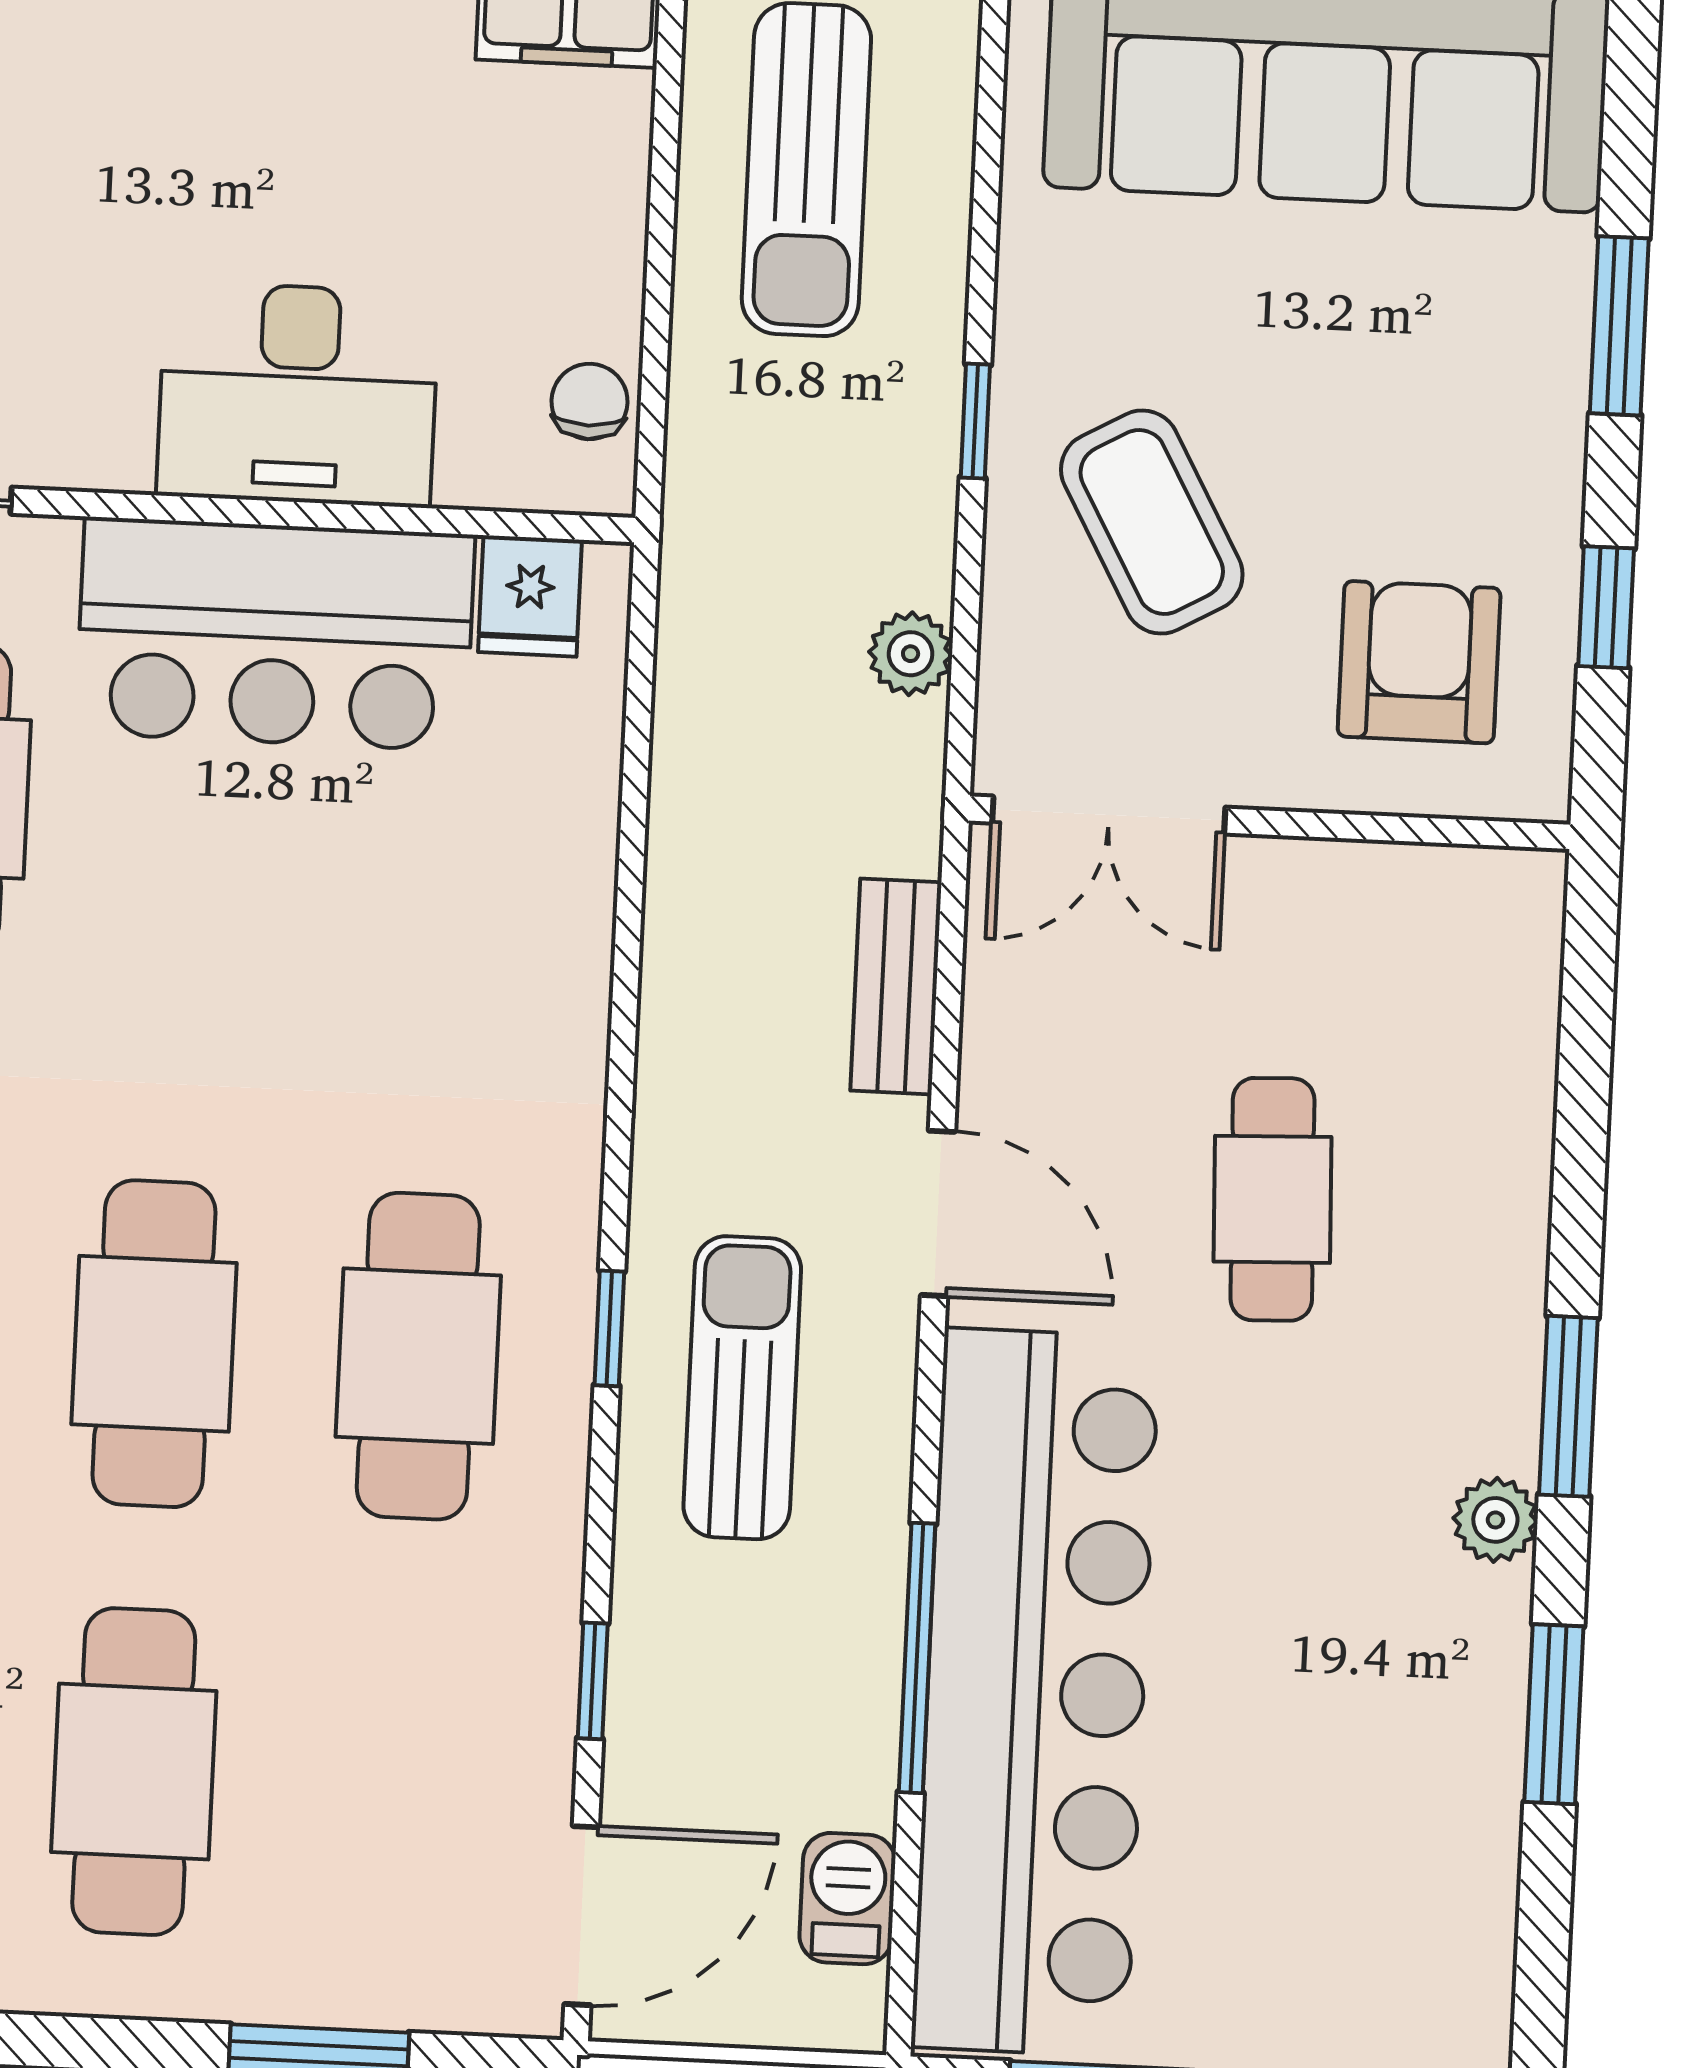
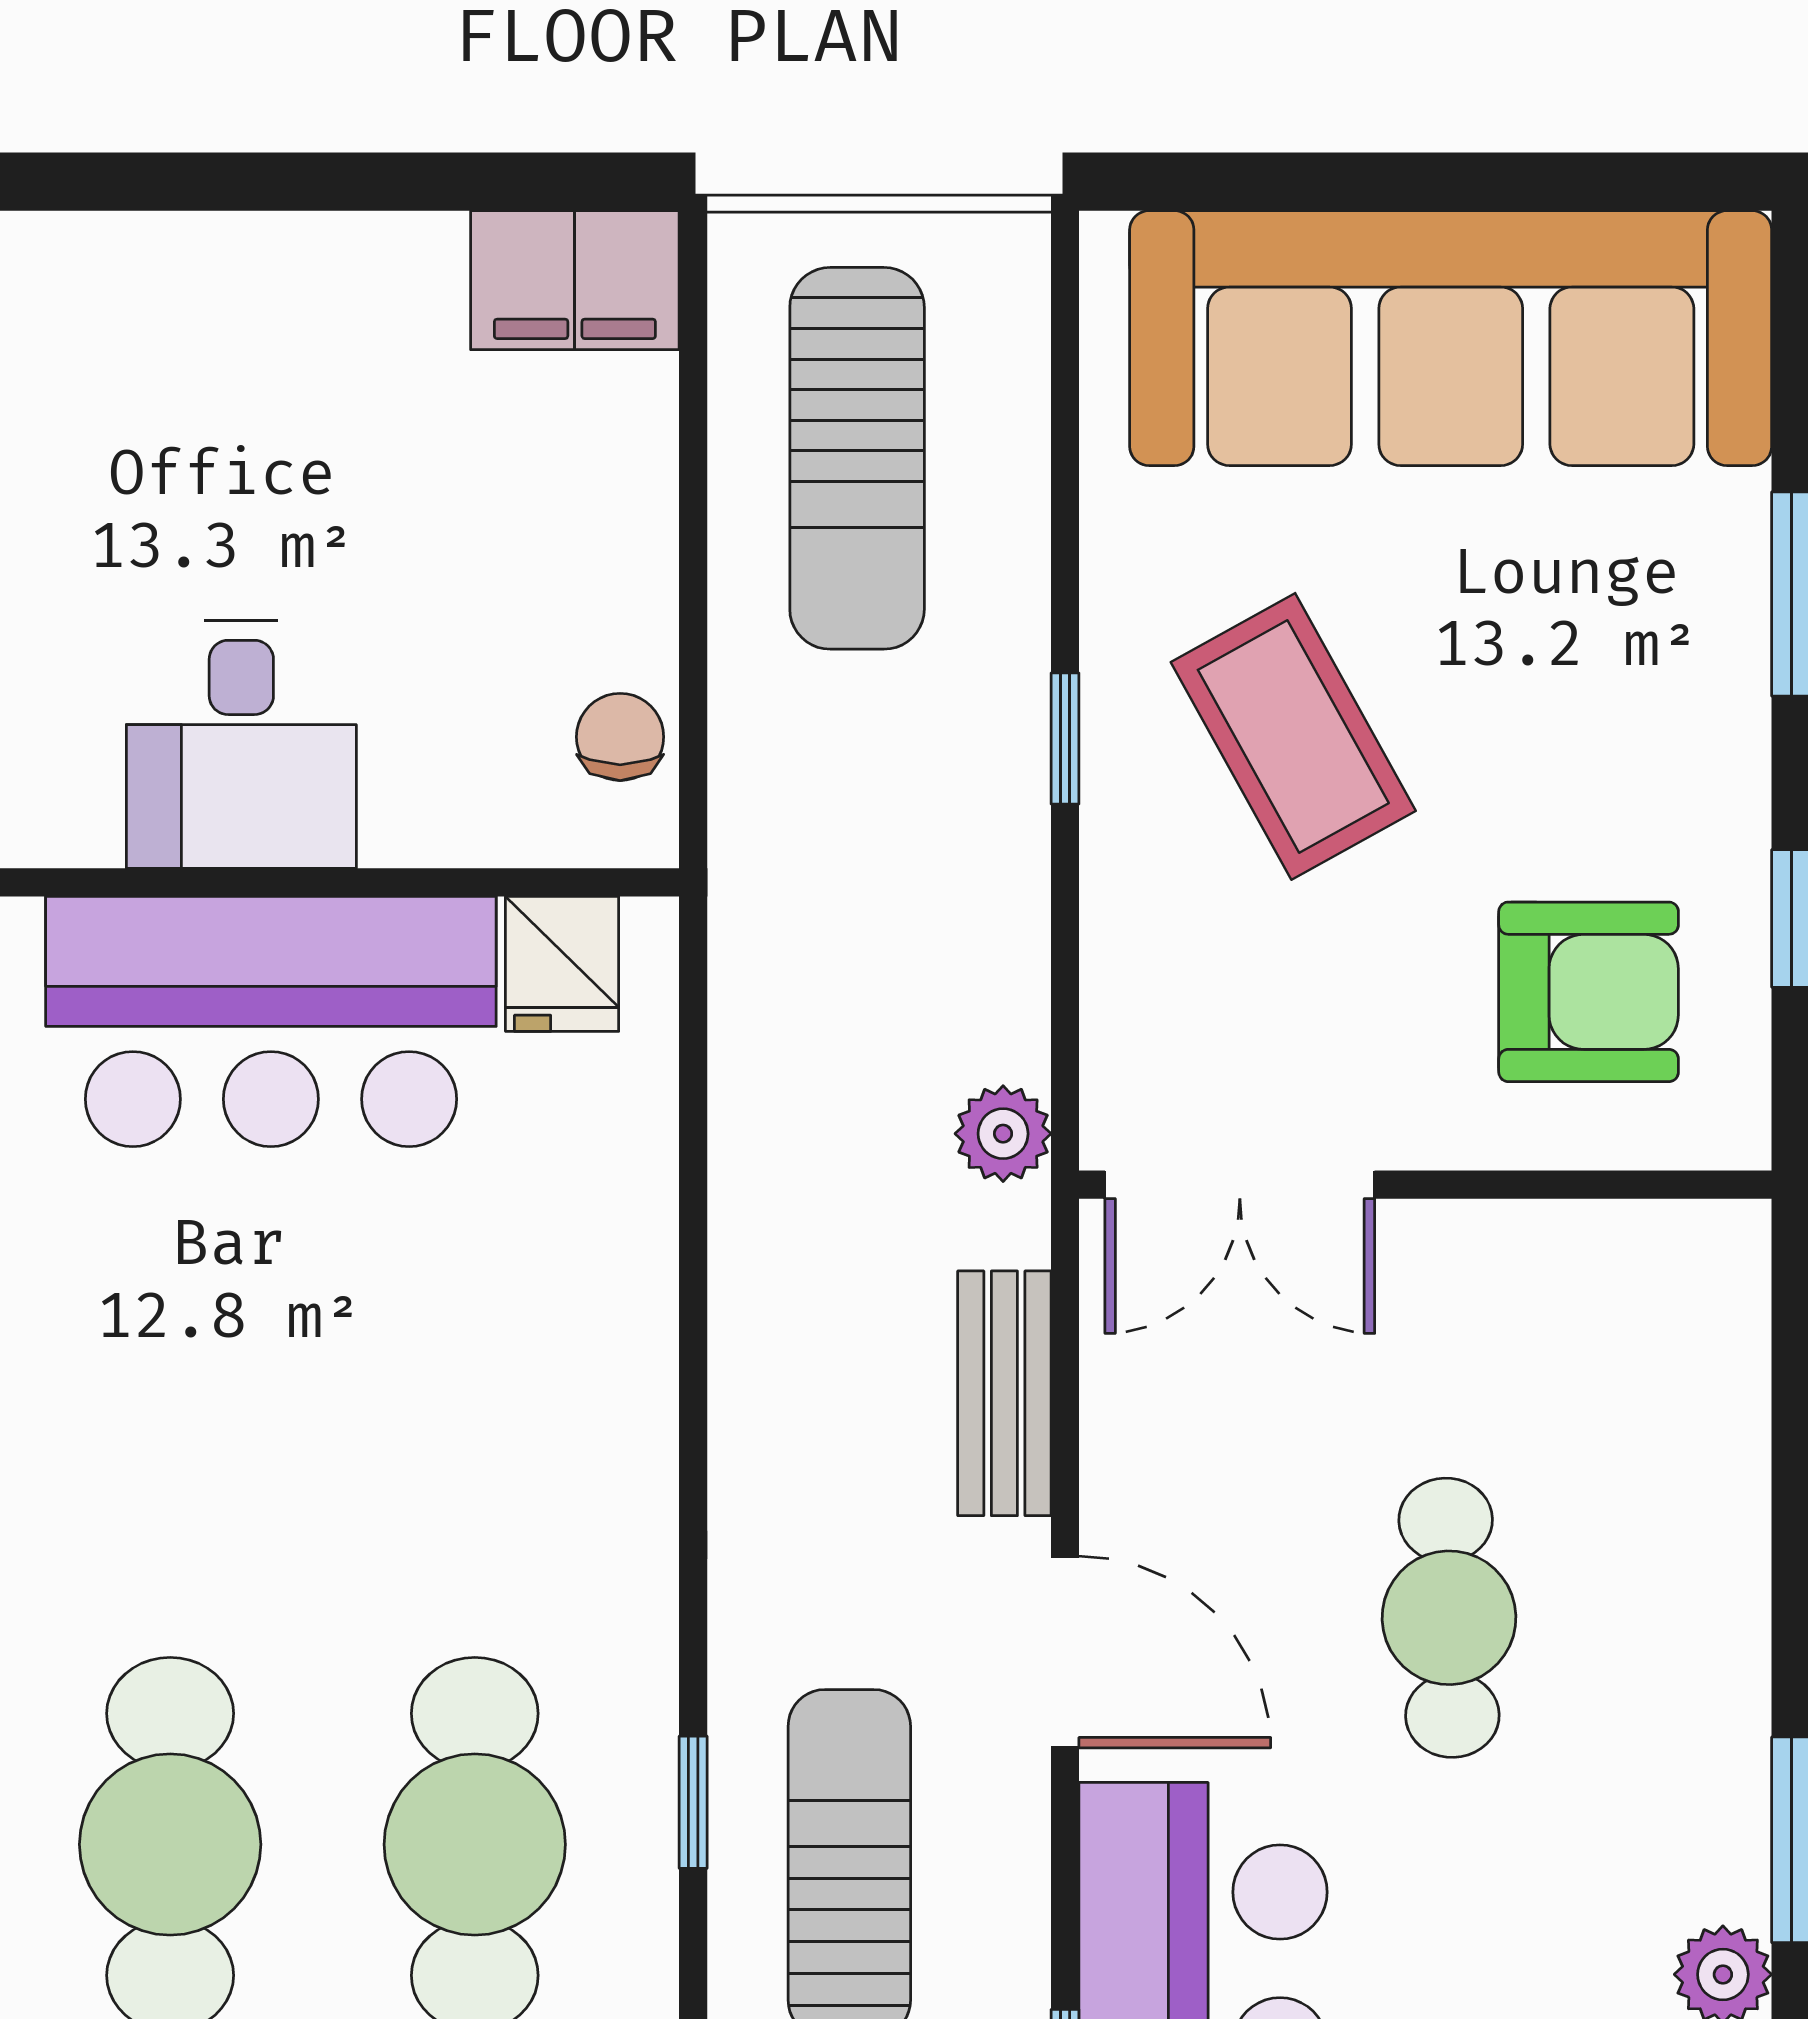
desk: (298, 394) -> (241, 744), width x0.73
coffee table: (1152, 522) -> (1293, 736), moved
plant: (911, 654) -> (1003, 1134), moved
armchair: (1419, 662) -> (1589, 992), turned 90

